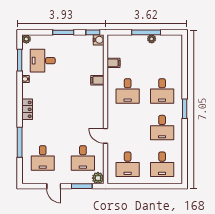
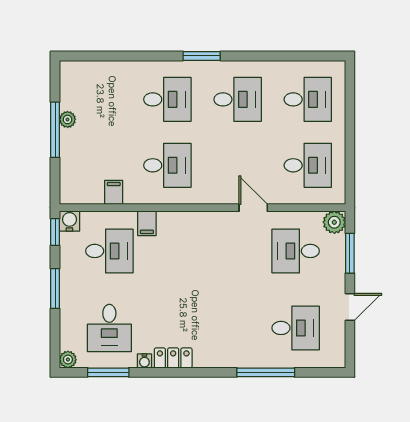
desk: (83, 61) -> (109, 251), added
locker: (27, 109) -> (173, 358), moved
door: (106, 136) -> (253, 208), swing flipped
desk: (83, 158) -> (296, 251), turned 180

